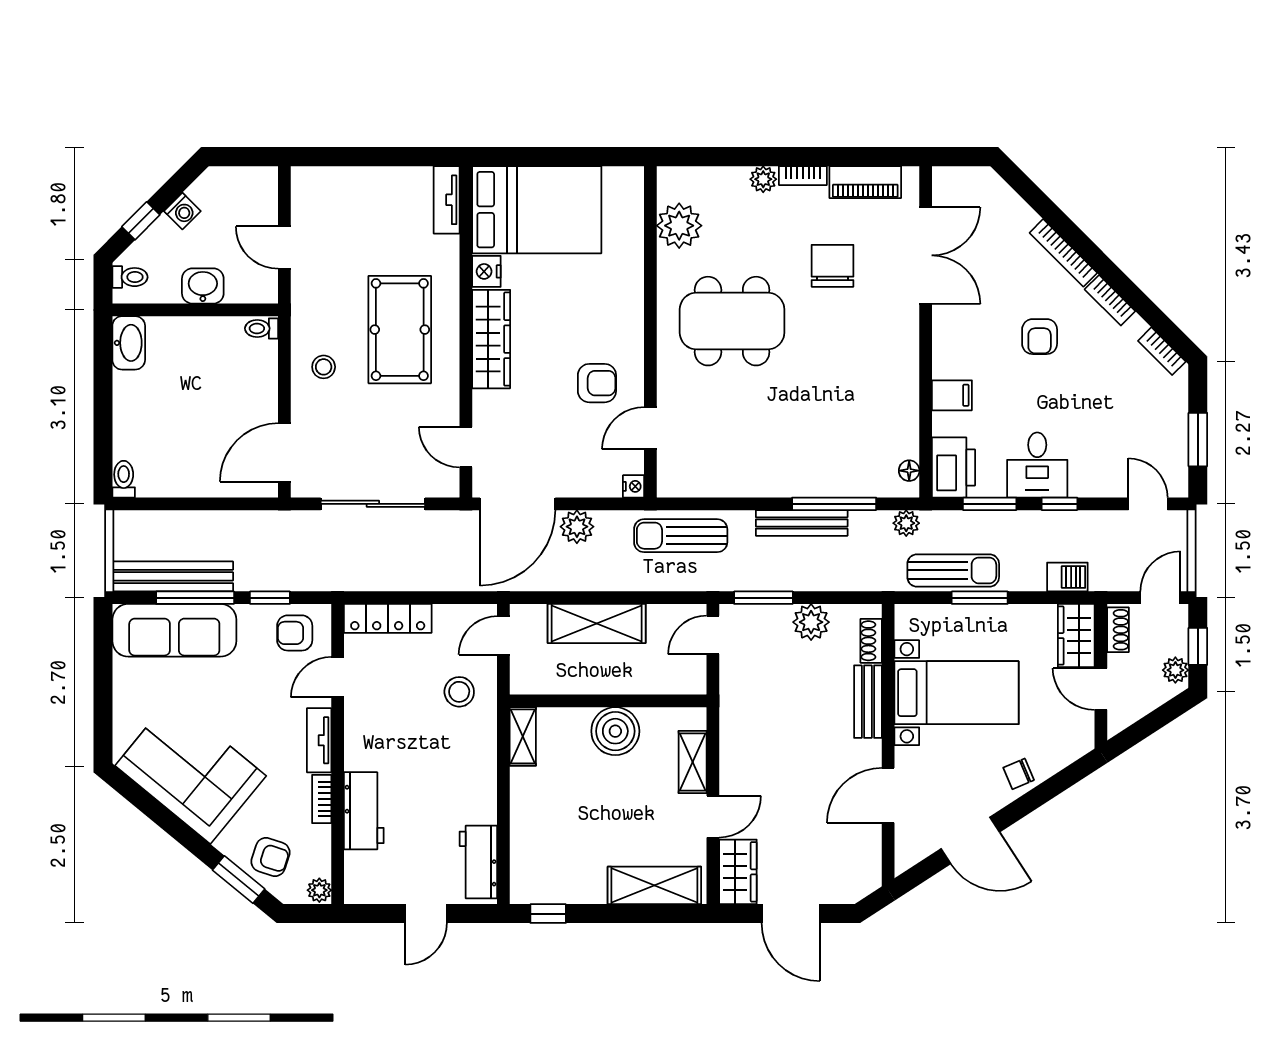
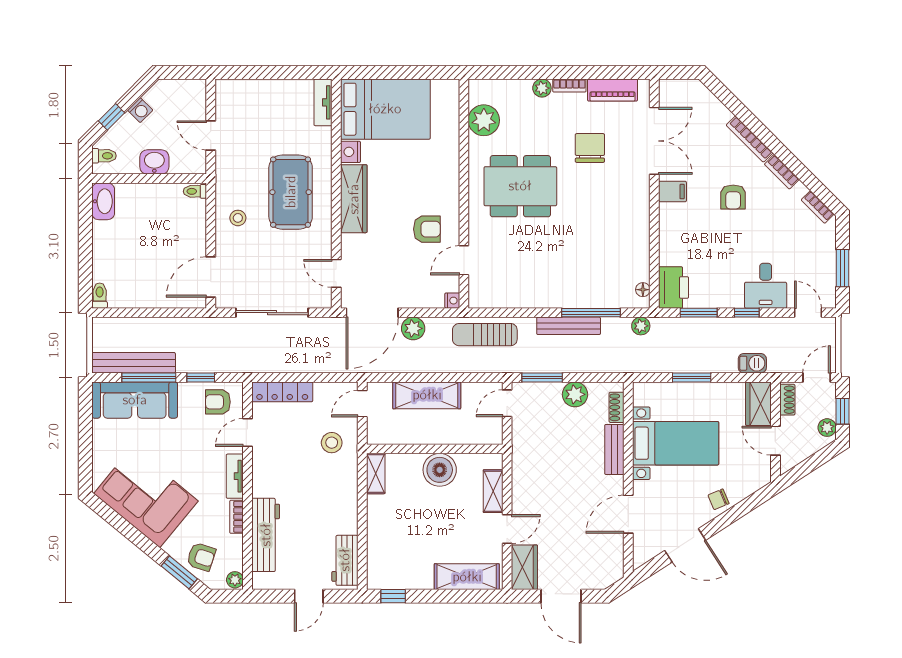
filing cabinet: (952, 395) -> (672, 192), moved
desk: (1037, 465) -> (766, 286), moved
sun lounger: (953, 570) -> (673, 359), removed
workbench: (364, 811) -> (266, 535), width x1.38

